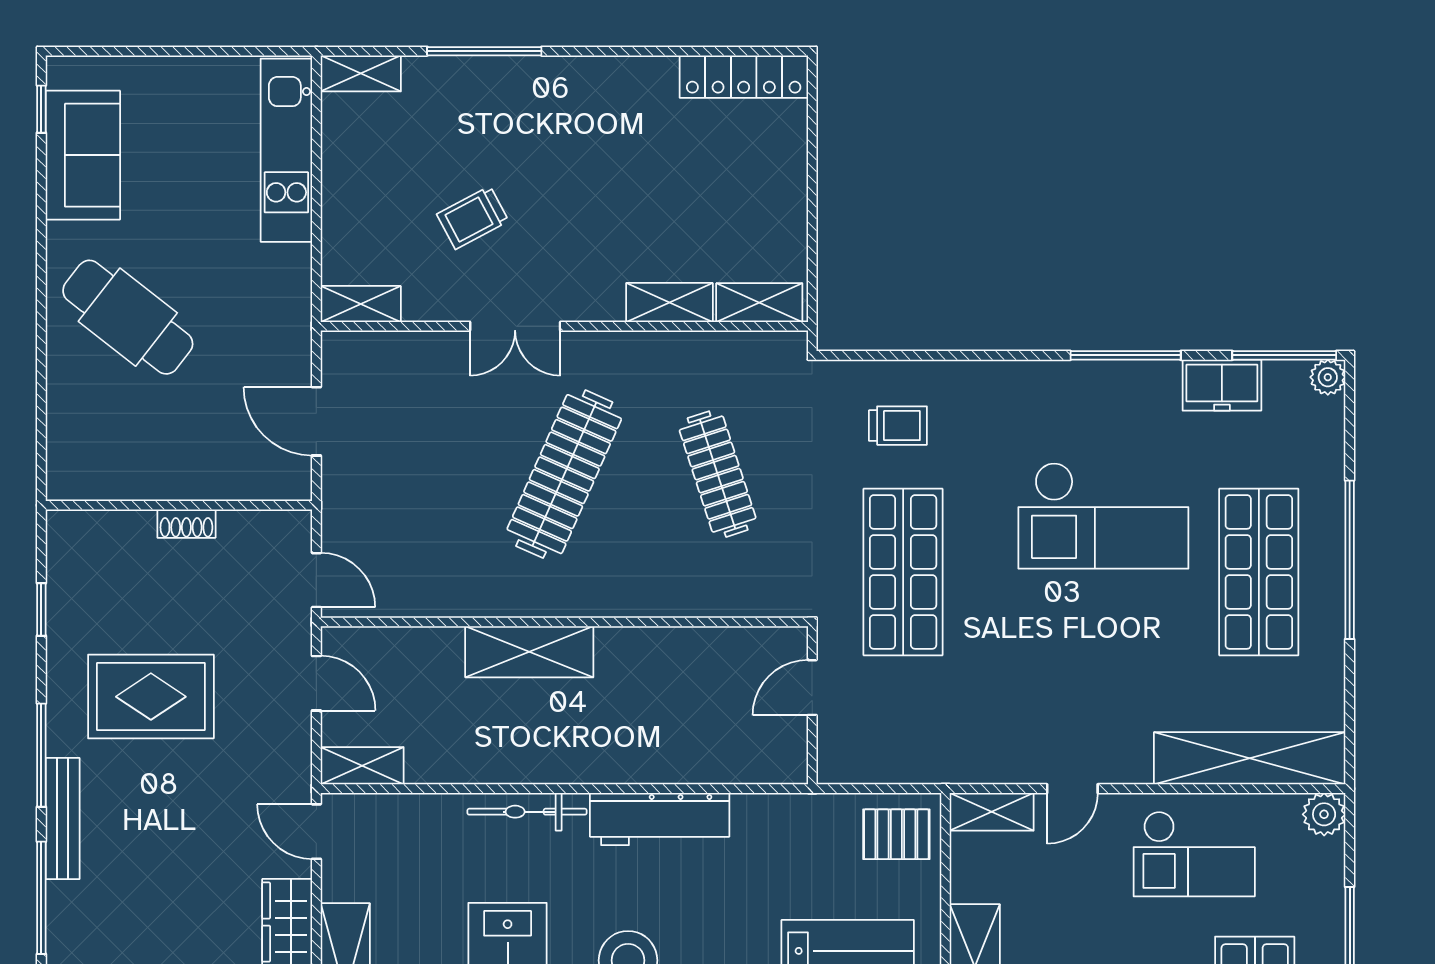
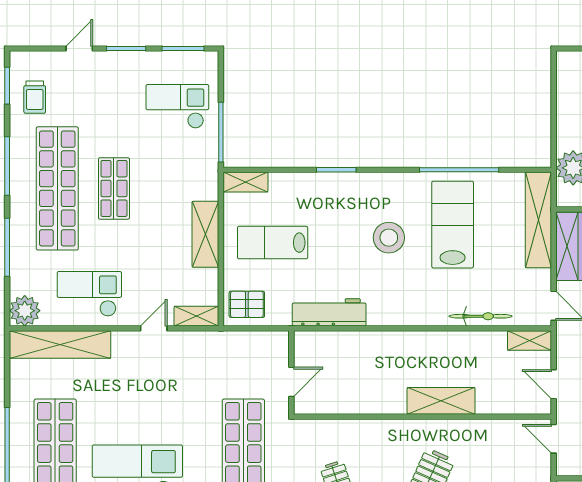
bicycle: (527, 812) -> (481, 316), moved
plant: (1324, 814) -> (25, 311), width x1.36, depth x1.36
workbench: (660, 819) -> (329, 312), moved

